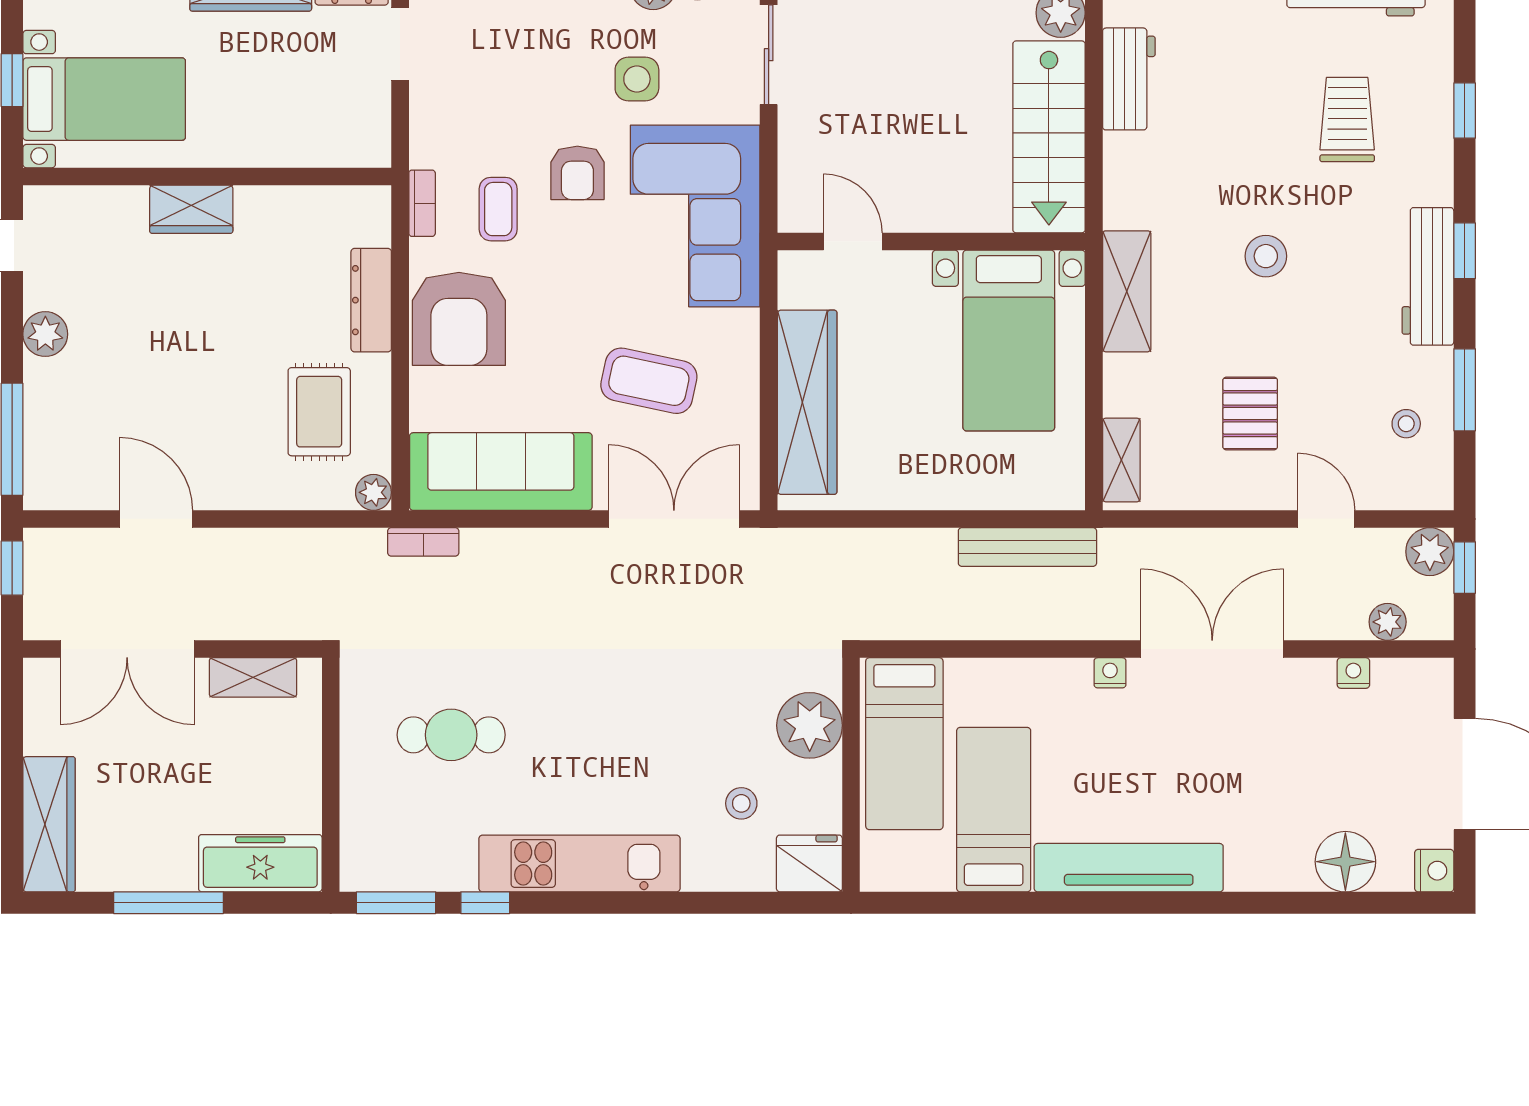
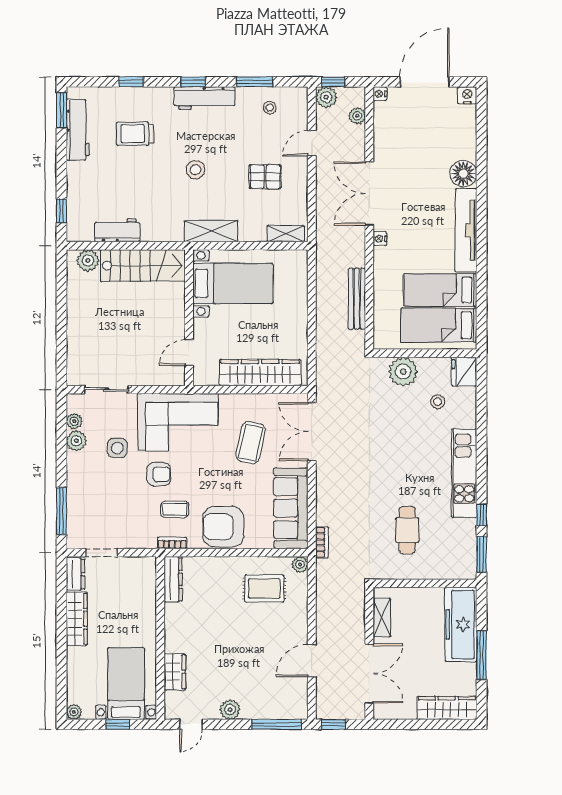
wardrobe: (191, 209) -> (175, 672), moved
dresser: (371, 300) -> (173, 579), moved, turned -90
armchair: (459, 319) -> (223, 527), turned 180
bench: (1027, 547) -> (357, 299), moved
nightstand: (1353, 673) -> (380, 94), moved
bed: (904, 744) -> (439, 325), moved, turned 180
floor lamp: (1345, 862) -> (463, 174), moved
freezer: (260, 863) -> (461, 624), width x1.36, depth x1.26

